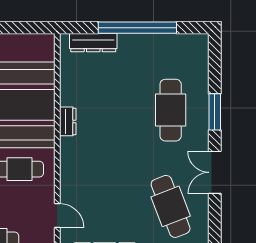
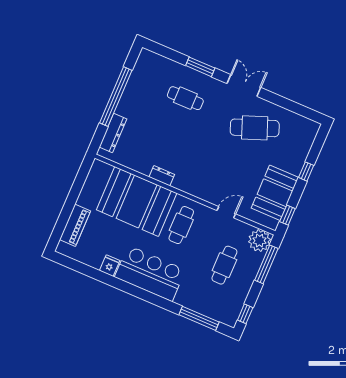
cafe table: (171, 110) -> (185, 98), width x0.73, depth x0.74
double door: (215, 172) -> (244, 86), swing flipped

